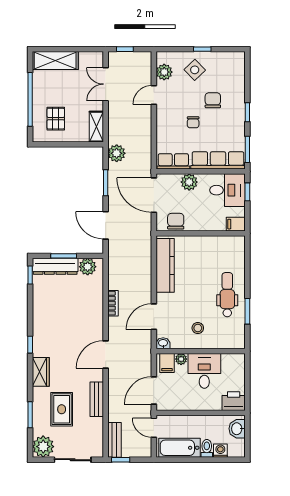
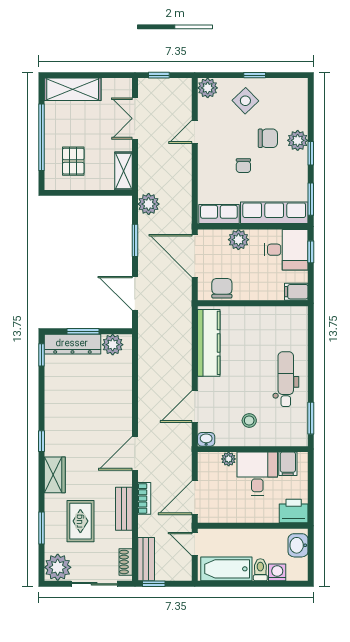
plant: (164, 72) -> (208, 88), moved
chair: (213, 100) -> (268, 138), turned 90
plant: (237, 102) -> (298, 140), added
bookcase: (113, 303) -> (144, 498), moved
window: (247, 311) -> (311, 418), moved
filing cabinet: (167, 363) -> (288, 464), moved
shoe rack: (98, 442) -> (126, 562), added

